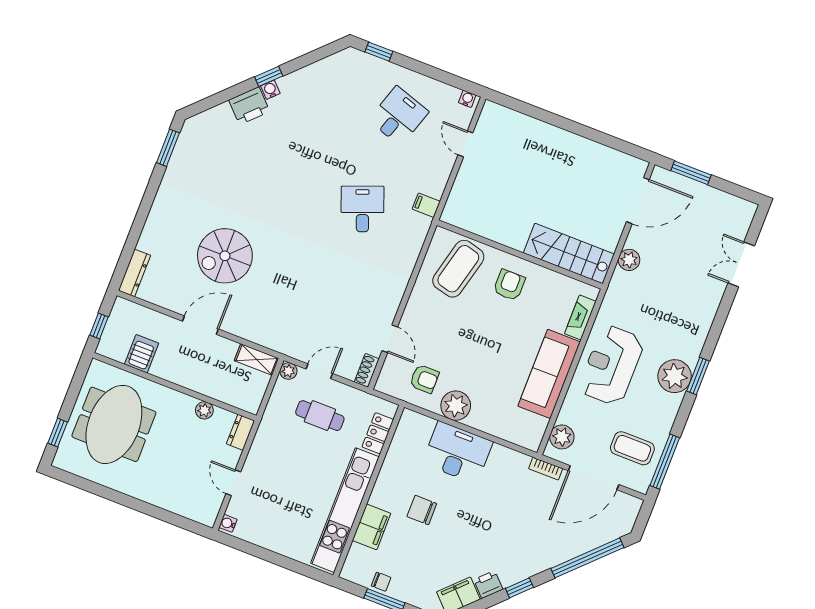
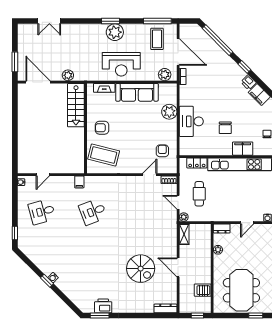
printer: (249, 106) -> (103, 306), moved, turned -45
desk: (399, 116) -> (42, 212), turned -33
plant: (456, 406) -> (169, 112), moved
meeting table: (114, 424) -> (241, 290), turned 90

